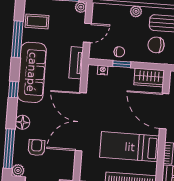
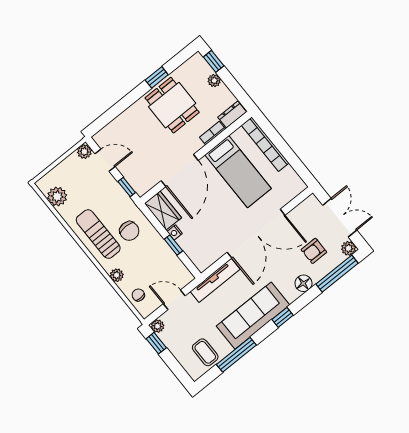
chair: (119, 52) -> (138, 295), moved
tv unit: (76, 63) -> (215, 280), width x1.41
nightstand: (103, 70) -> (175, 232), moved

